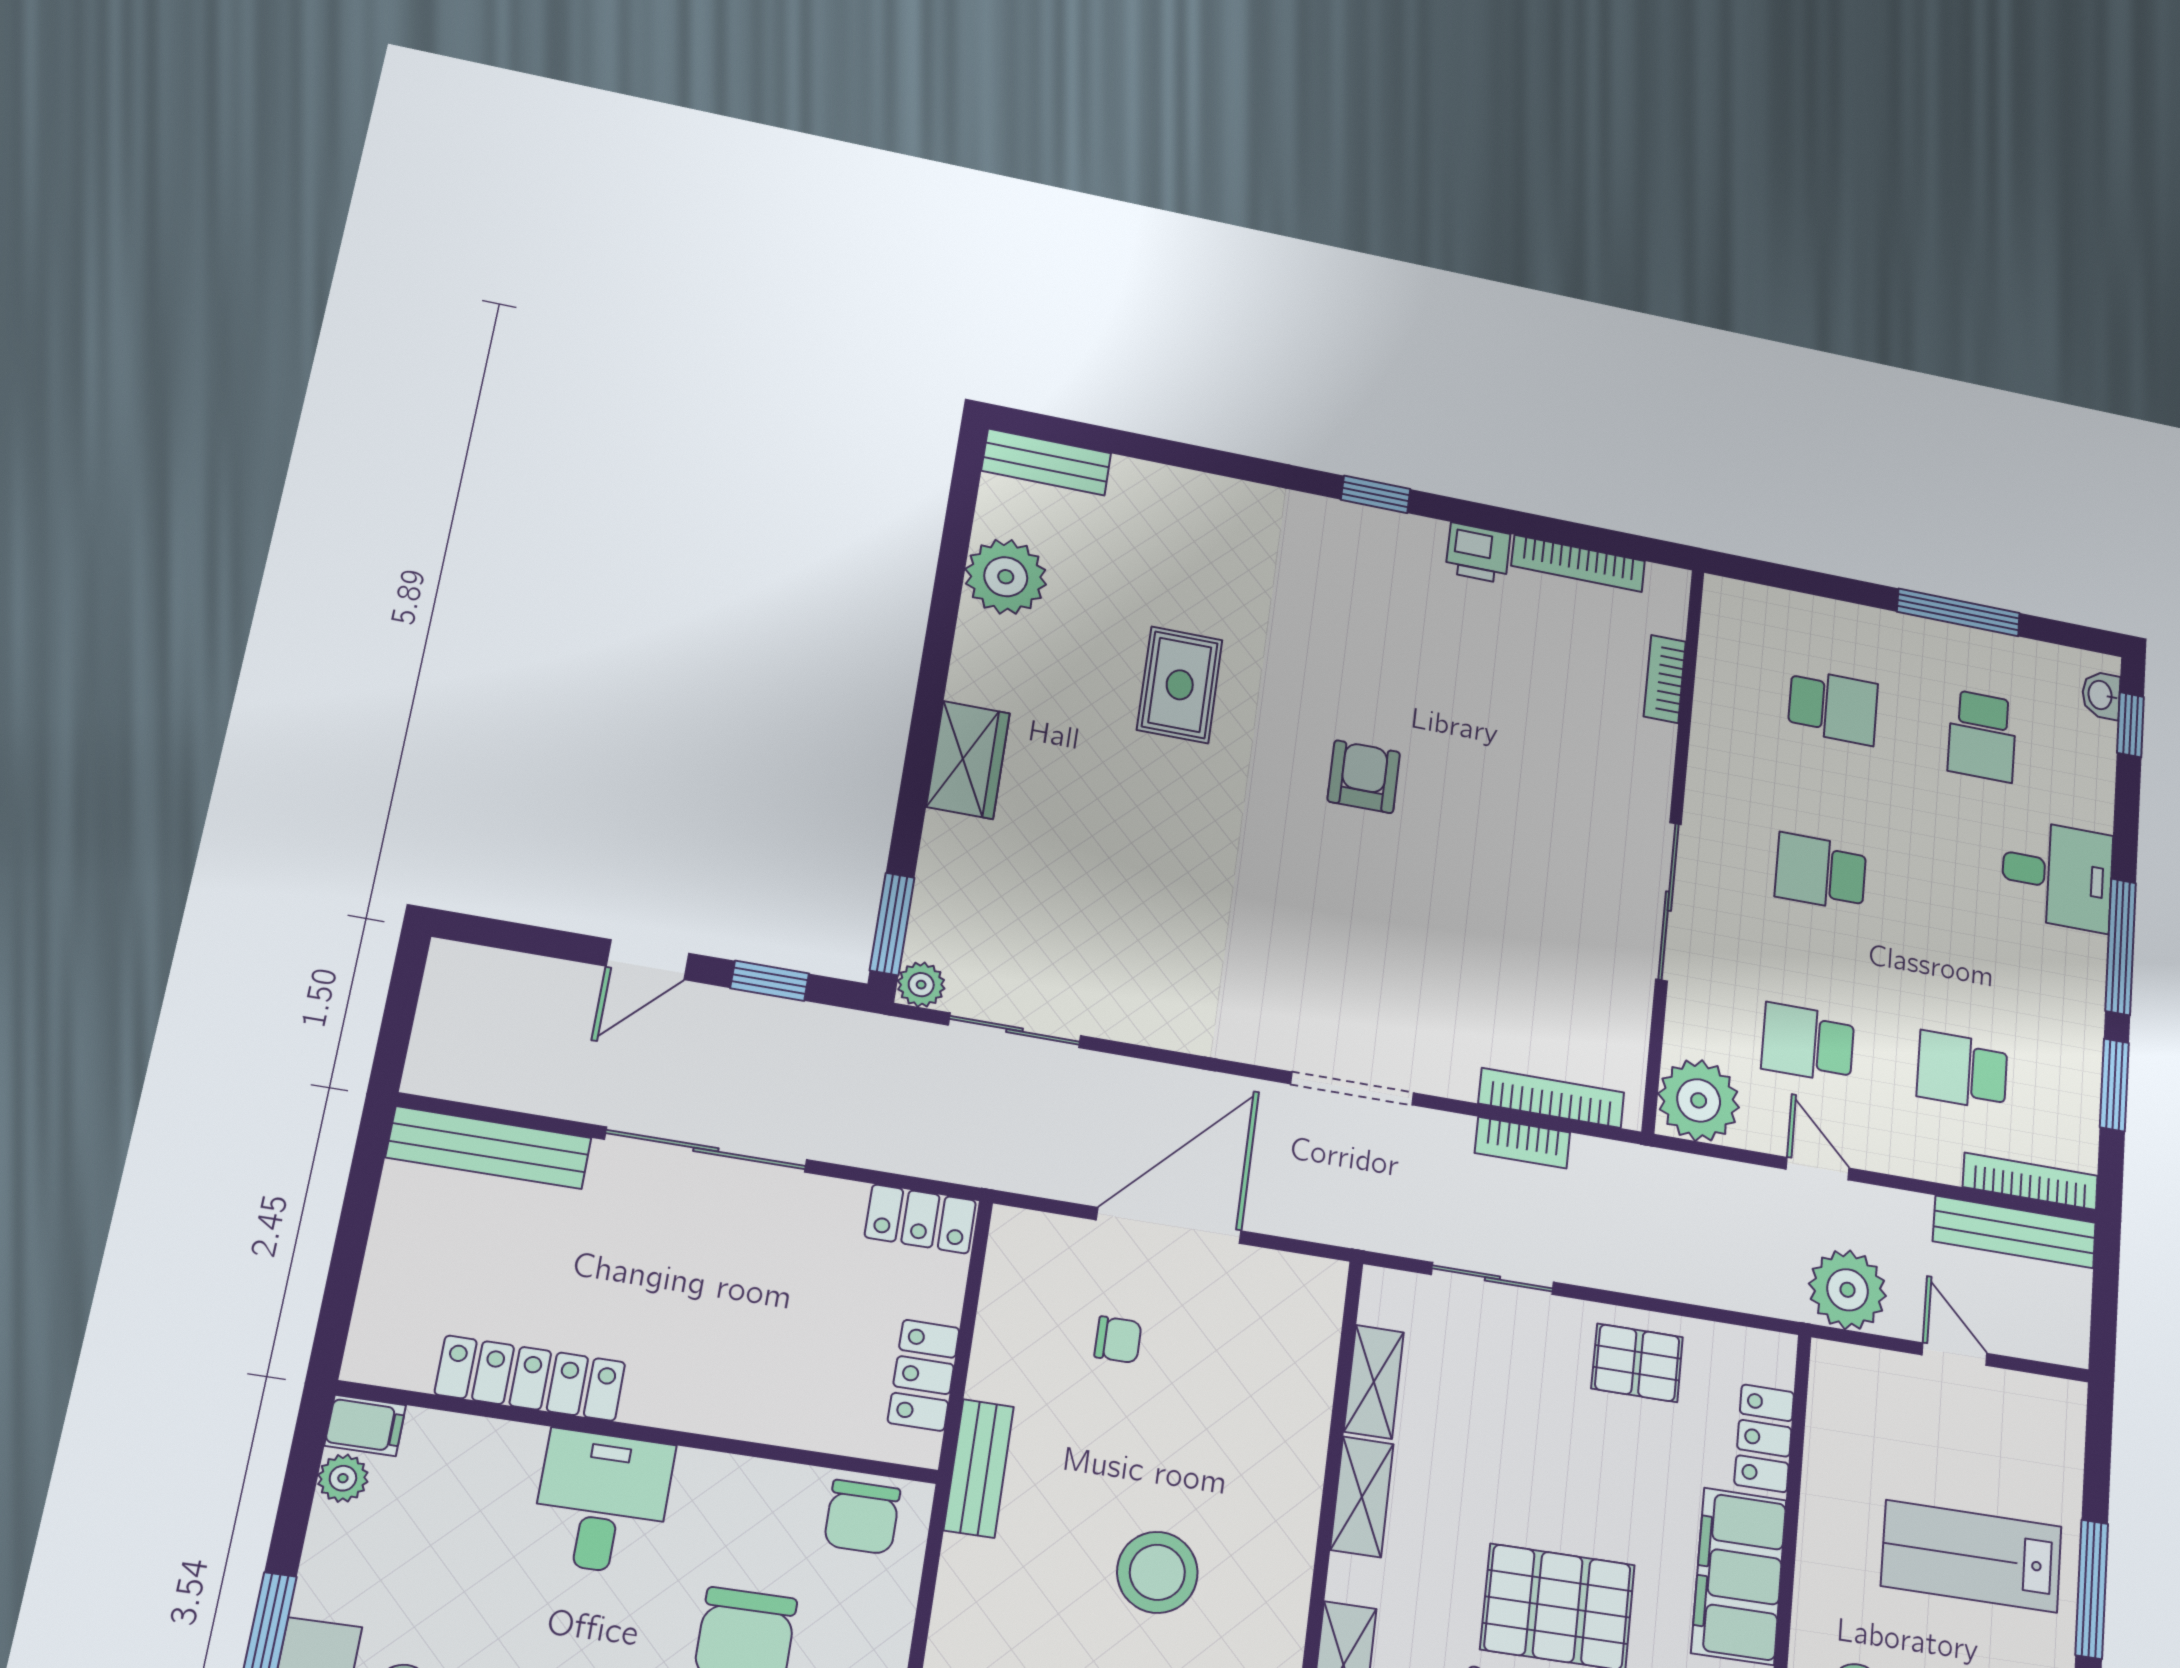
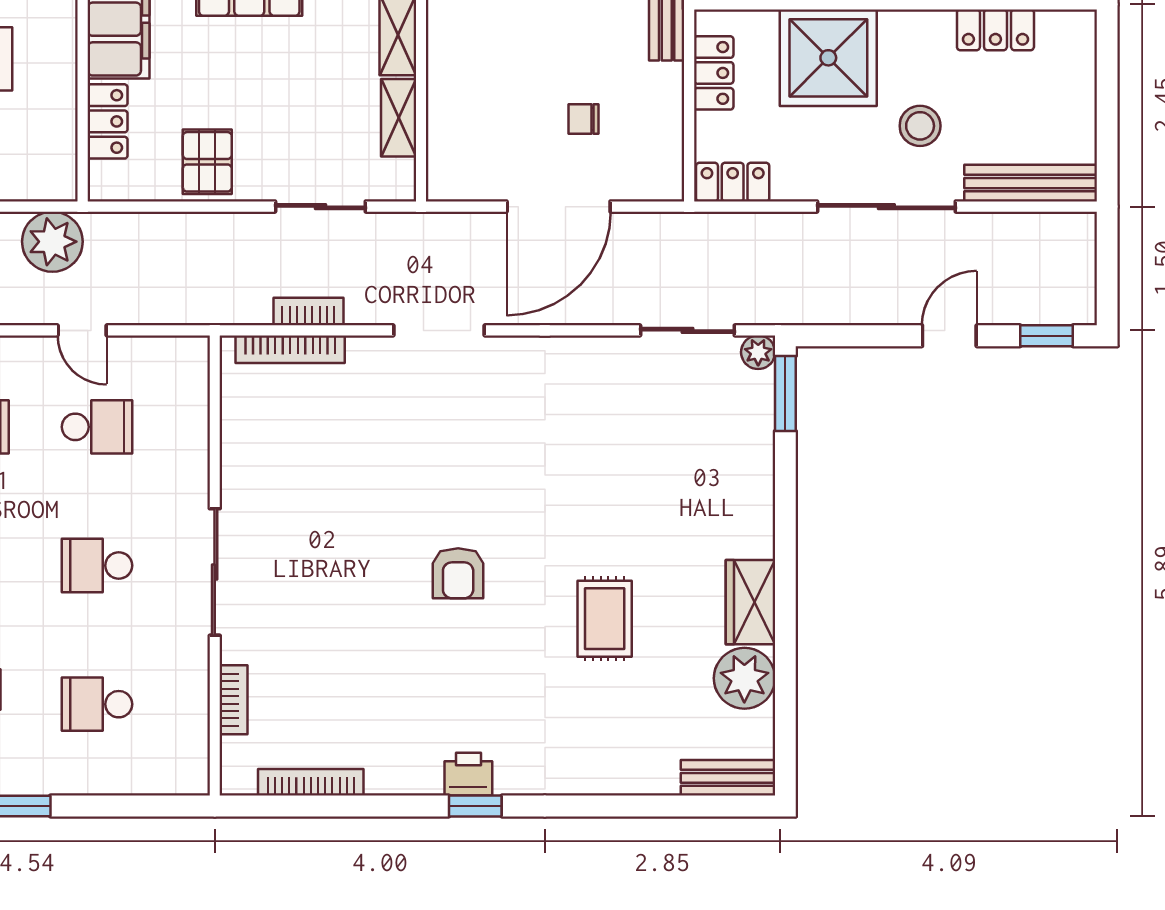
printer: (1478, 553) -> (468, 774), moved
wardrobe: (968, 760) -> (750, 602), moved
school desk: (1821, 872) -> (97, 566), turned 180
sliding door: (1669, 901) -> (215, 572), moved
window: (770, 981) -> (1046, 336), moved
plant: (1699, 1100) -> (178, 367), removed
stool: (636, 1254) -> (920, 126), added
pallet: (1637, 1363) -> (207, 162), turned 90
shower: (754, 1371) -> (828, 58), added
locker: (530, 1378) -> (995, 30), width x0.66

